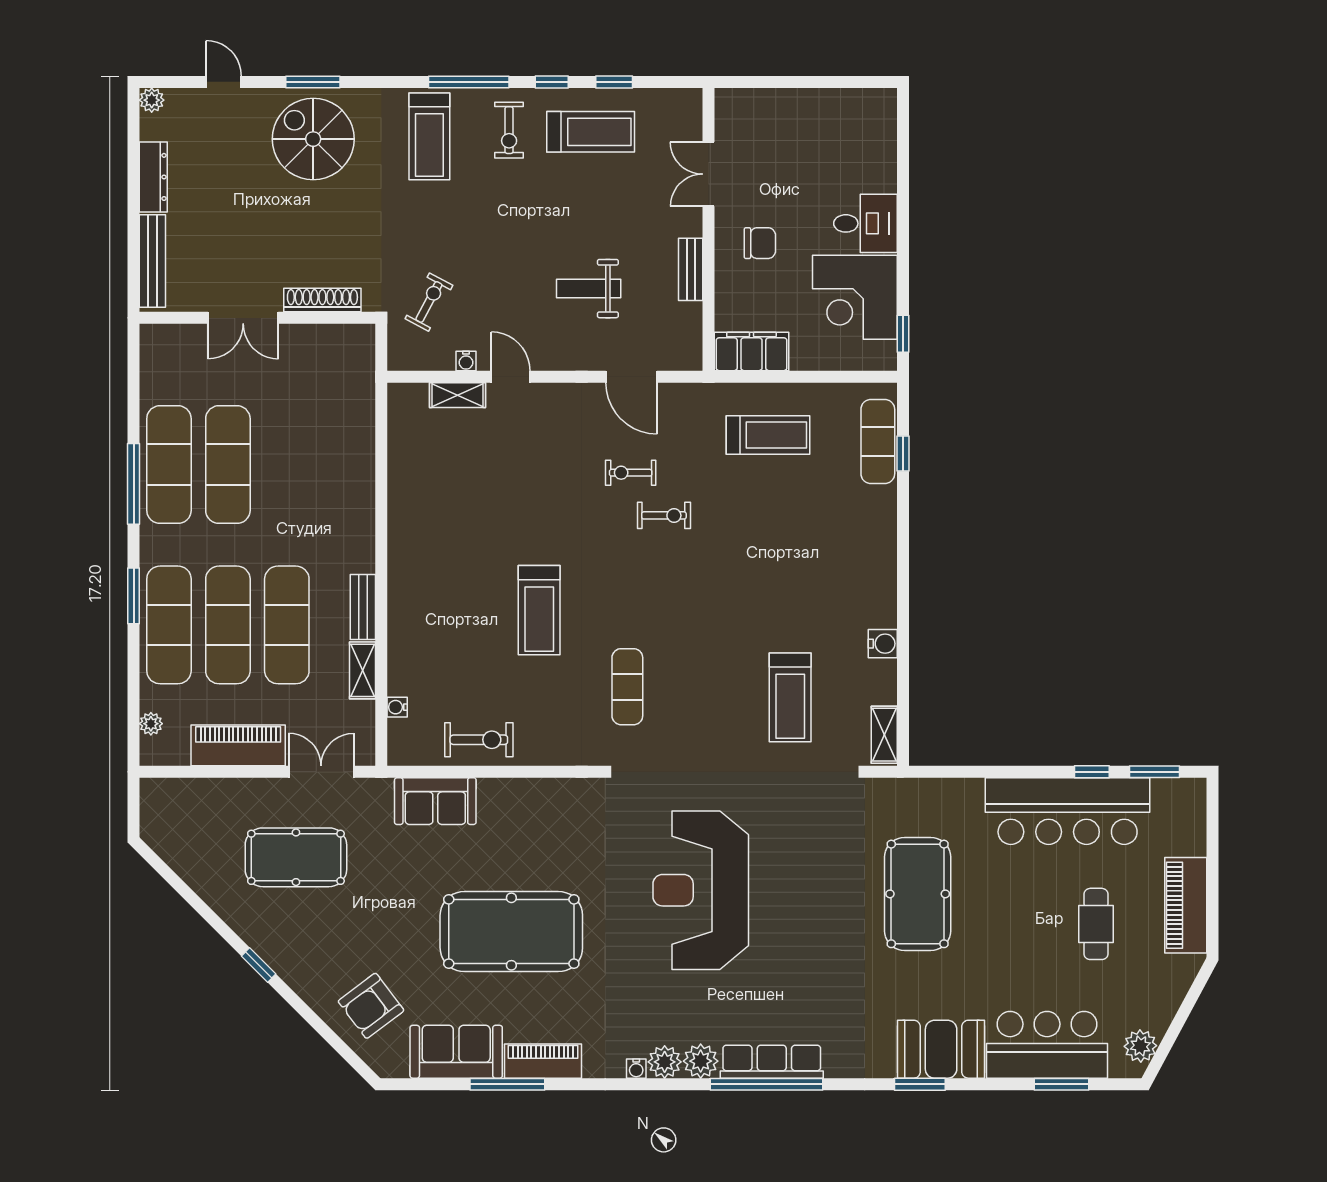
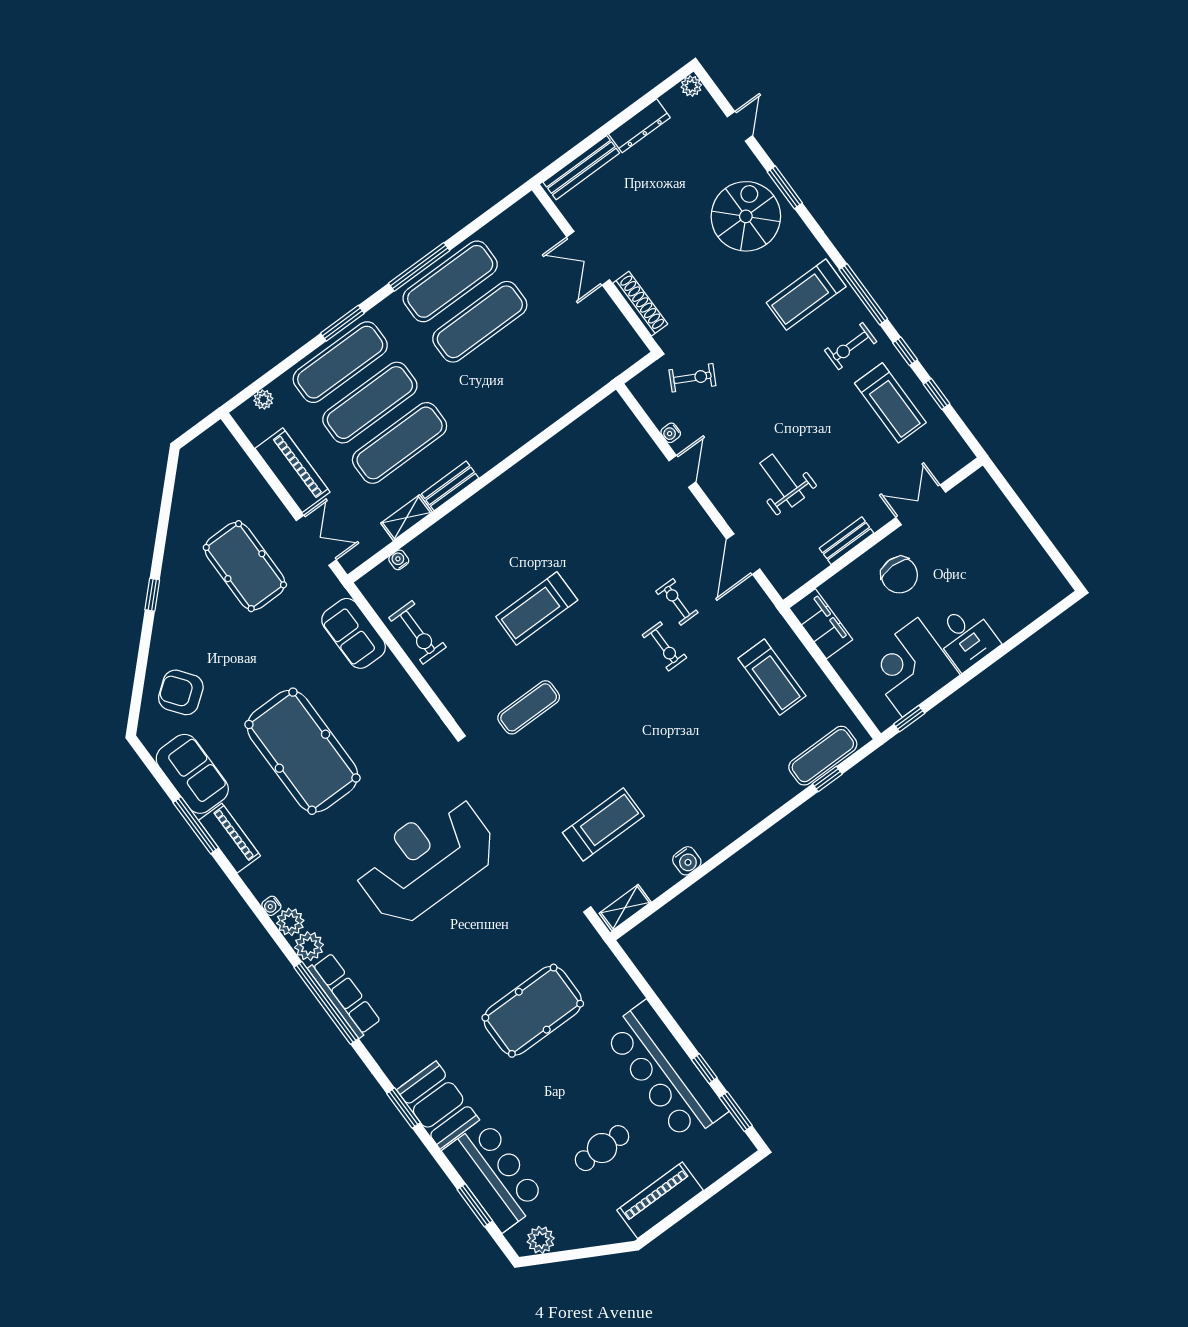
chair: (760, 243) -> (899, 575), width x1.37, depth x1.37
shelving: (458, 395) -> (643, 444), removed
treadmill: (790, 697) -> (603, 824), turned 180

